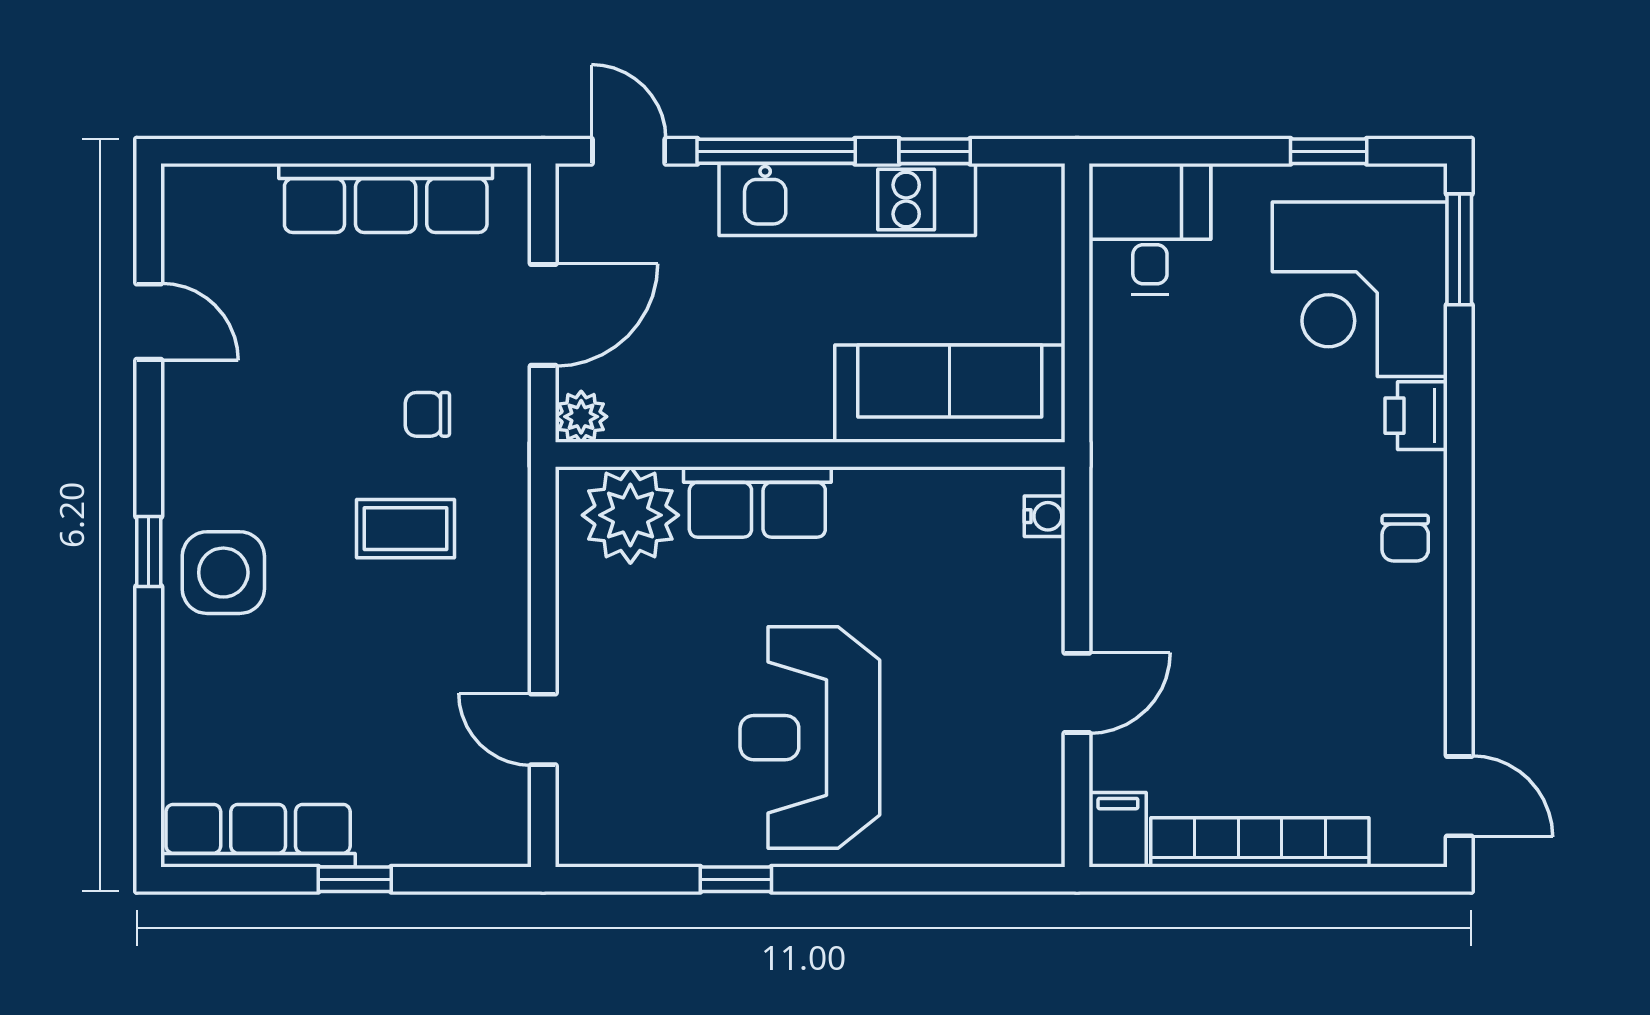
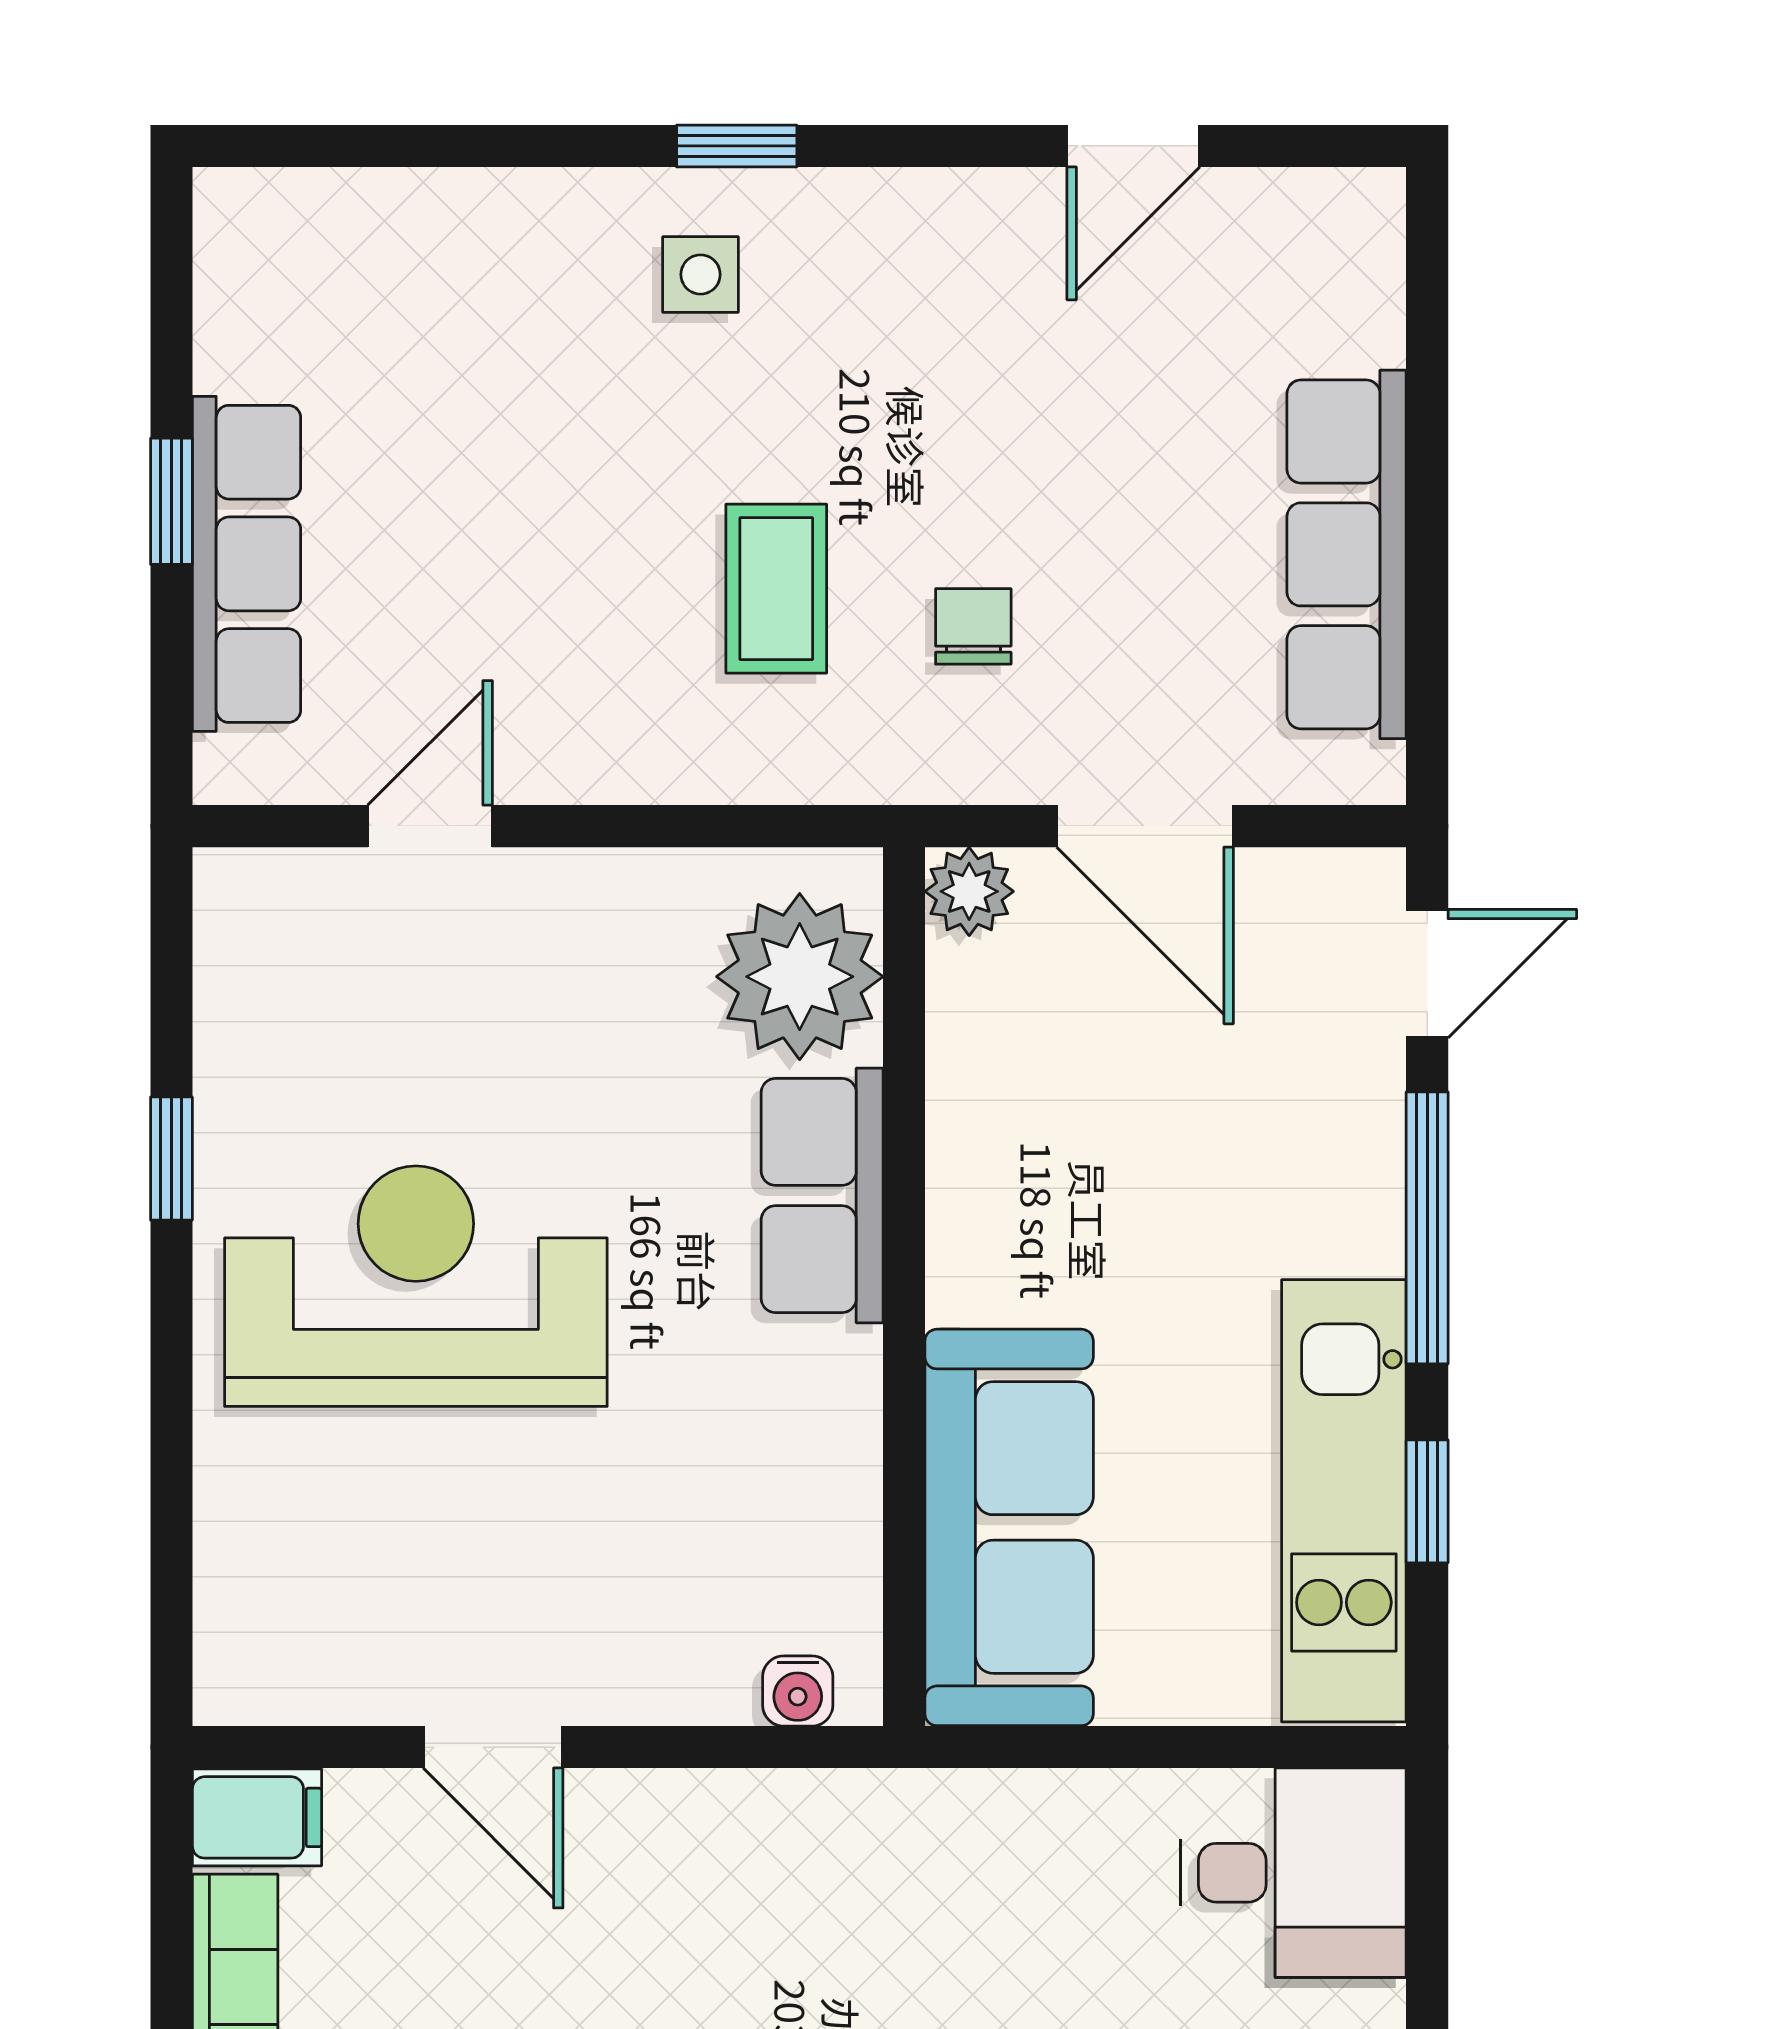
kitchen unit: (847, 200) -> (1344, 1501), moved
side table: (223, 573) -> (701, 274), width x0.54, depth x0.54
row of seats: (258, 836) -> (247, 564), moved

